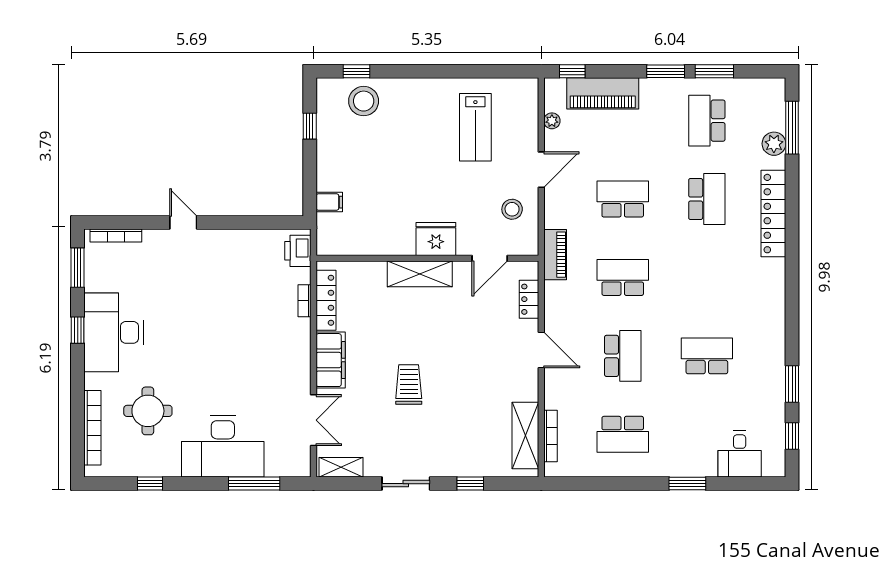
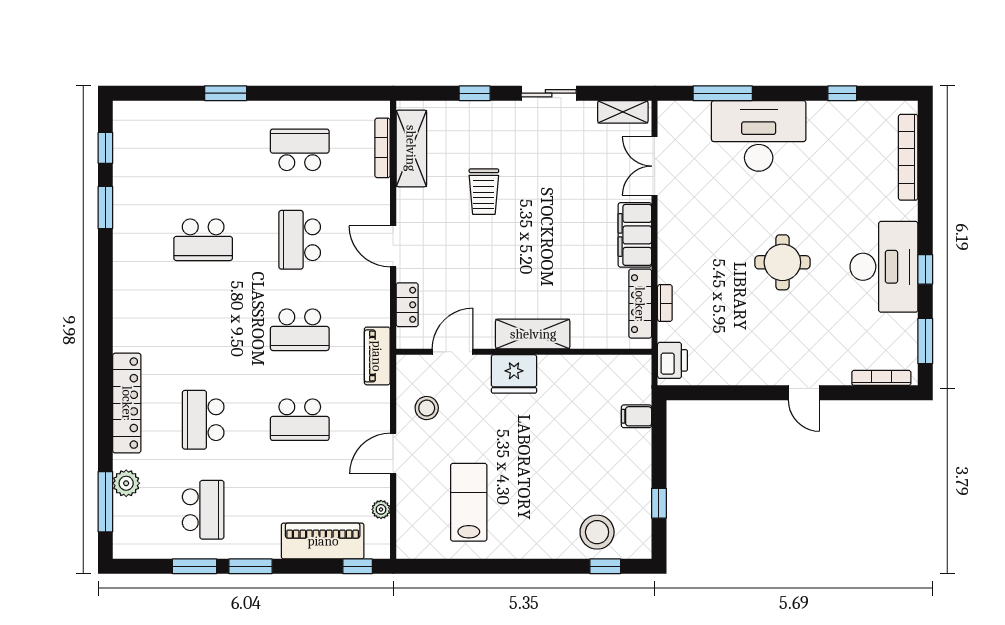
trolley: (409, 384) -> (484, 192), moved
round table: (148, 411) -> (782, 262), moved
desk: (740, 454) -> (166, 127), removed

